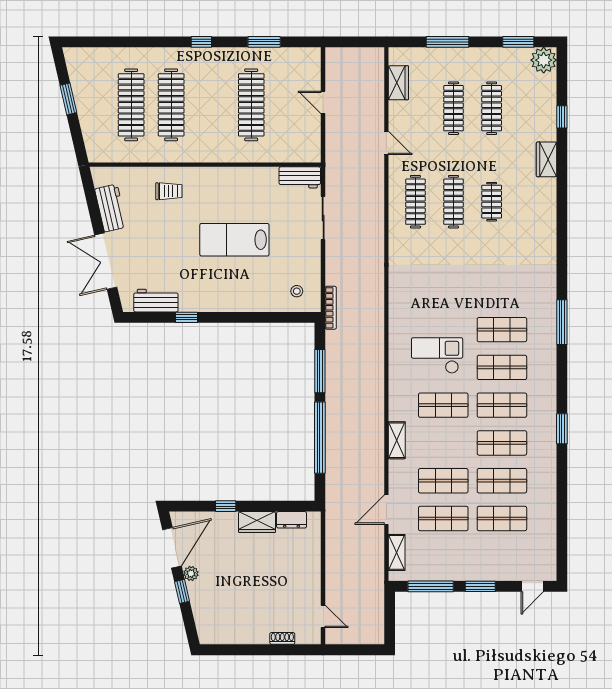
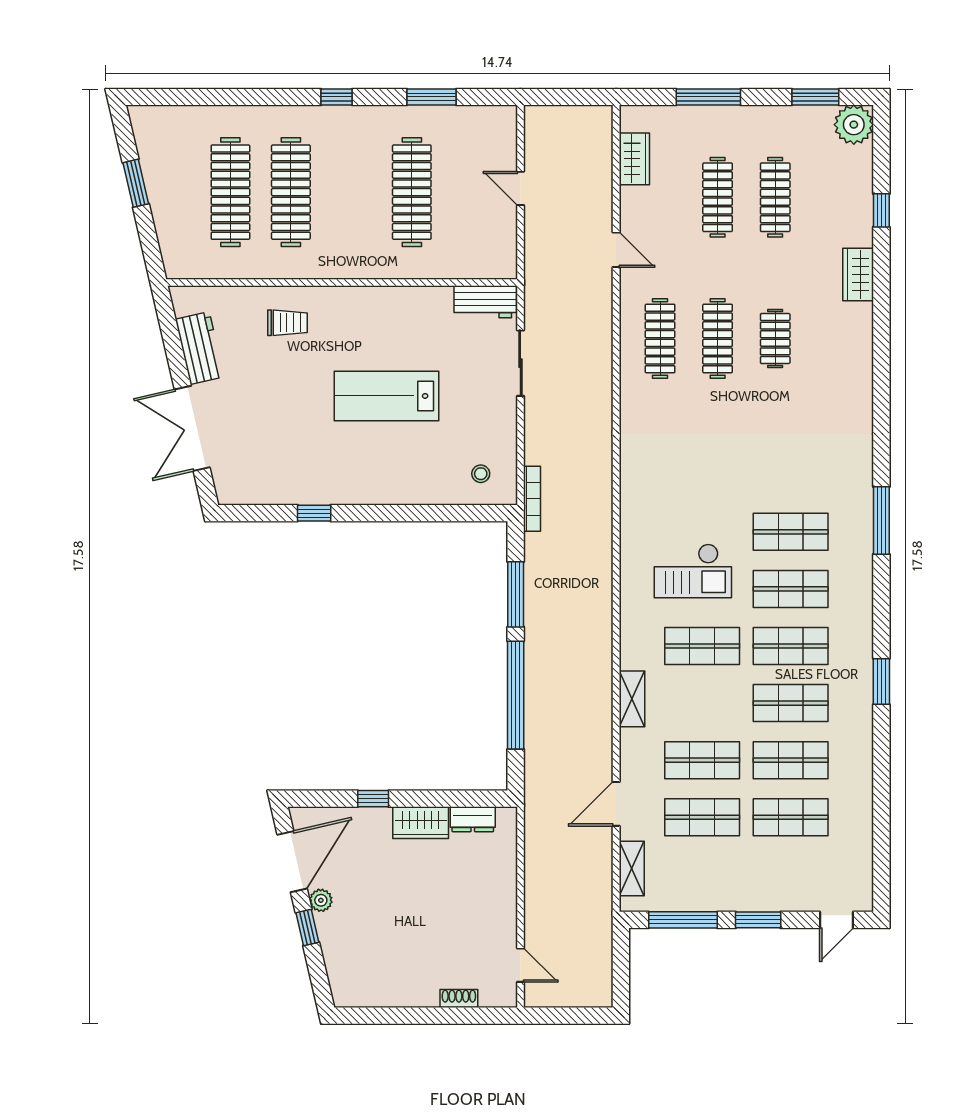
workbench: (156, 301) -> (268, 488), removed
checkout: (437, 355) -> (693, 571), turned 180

